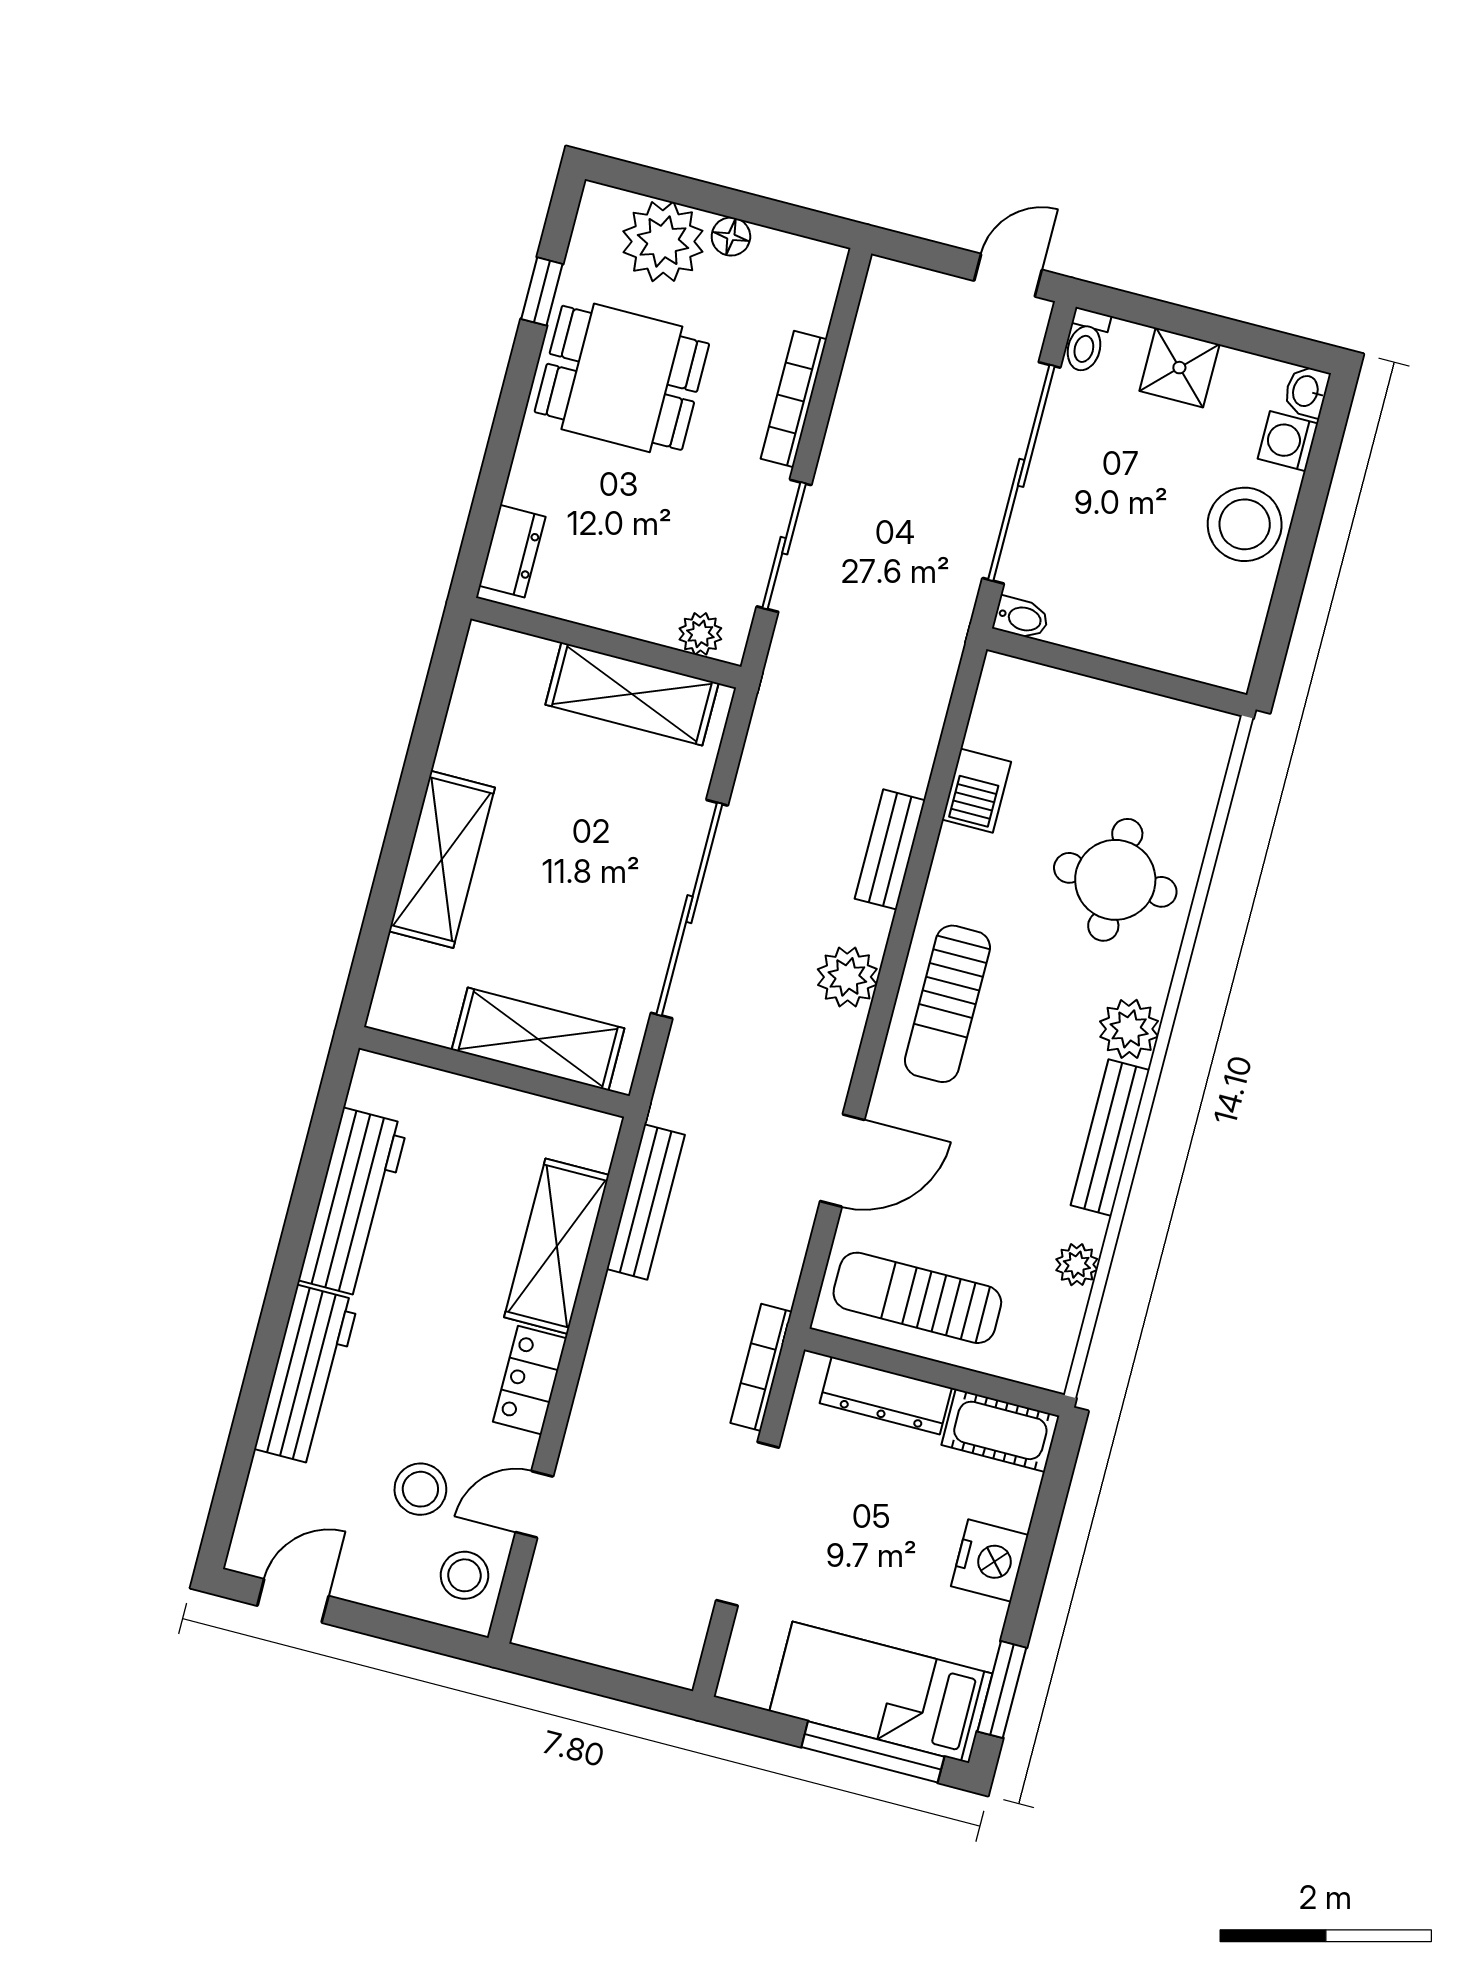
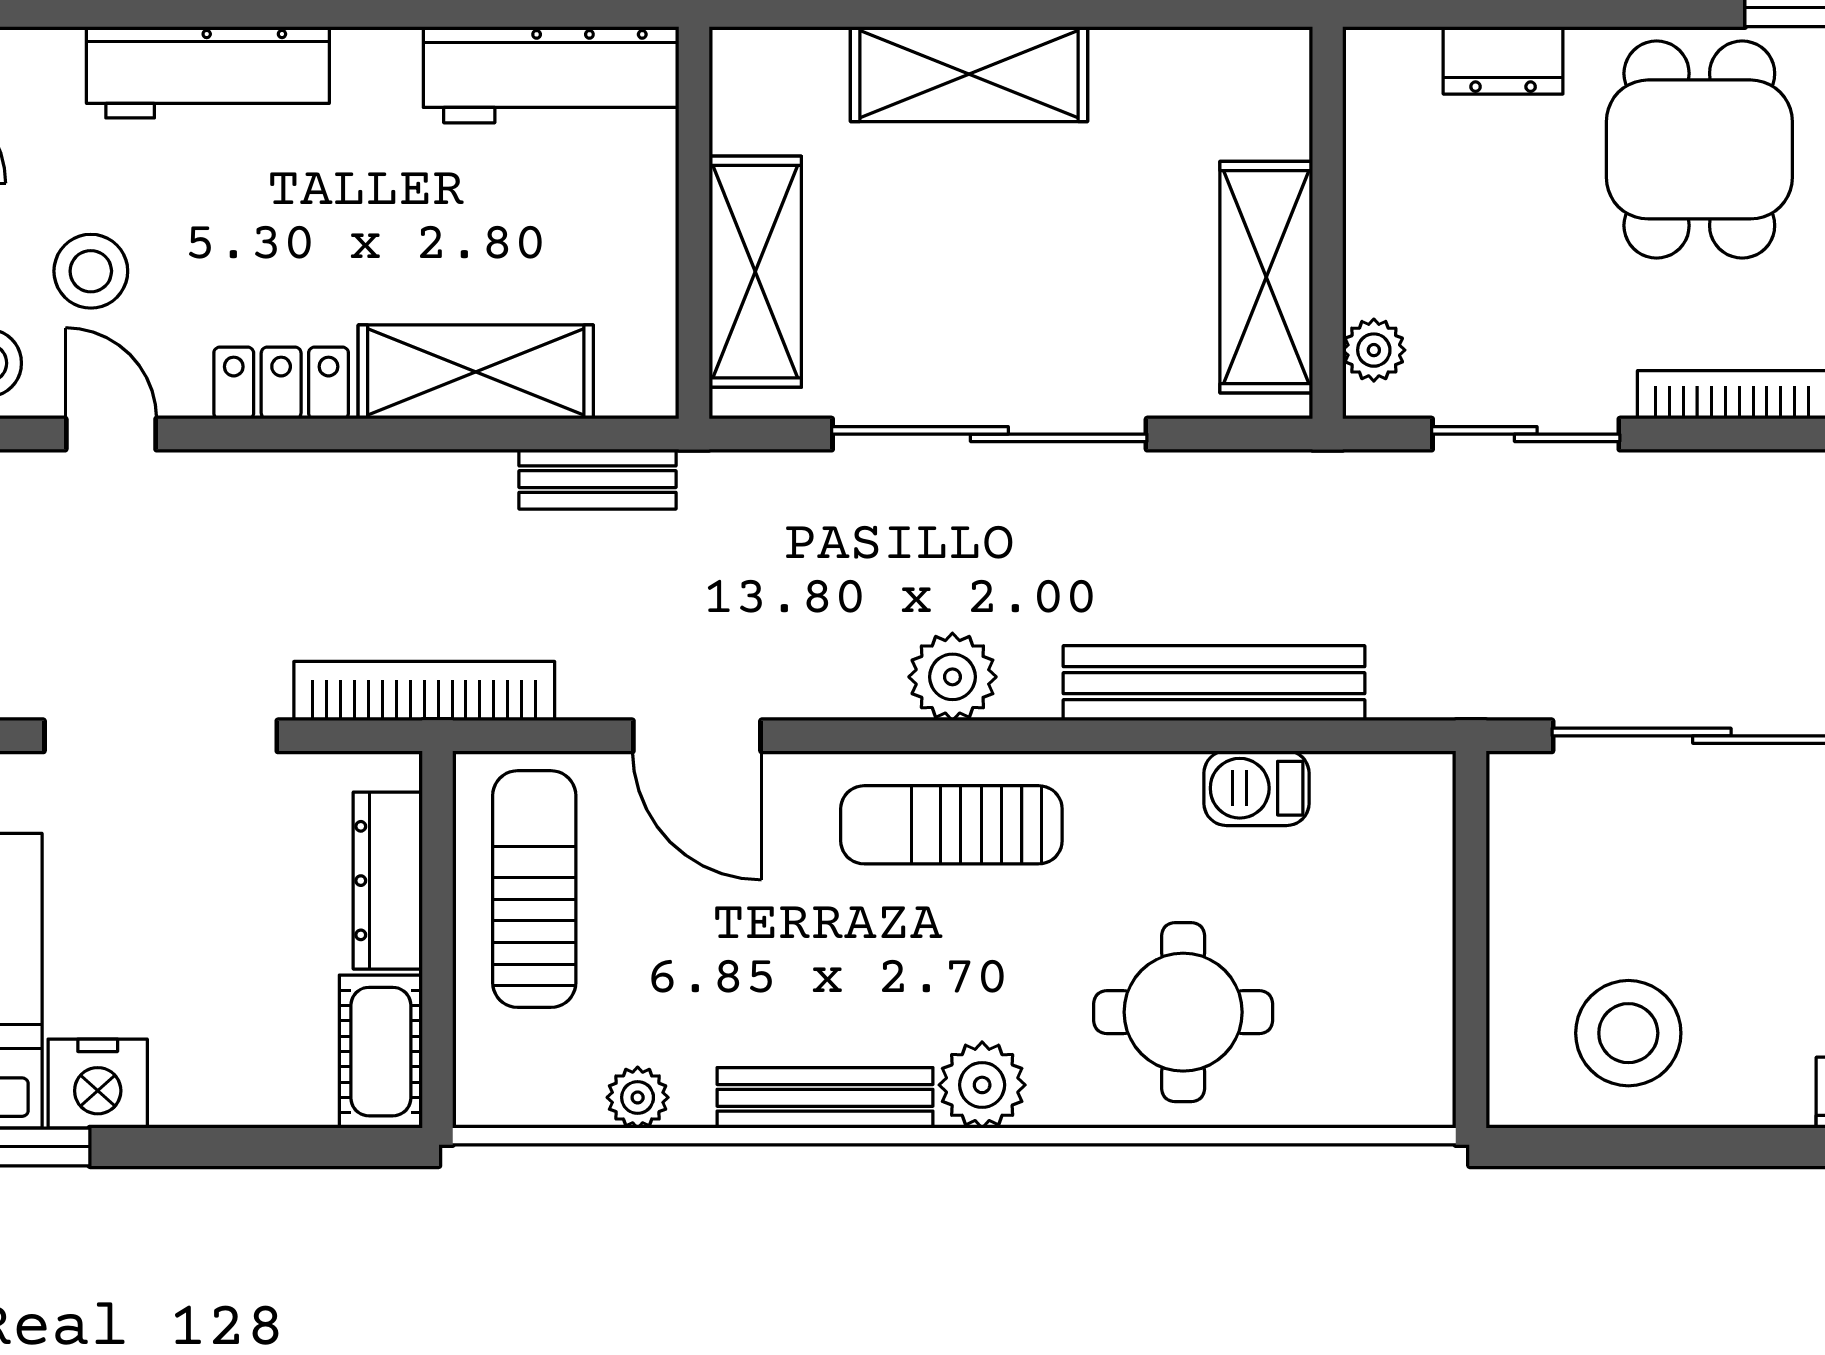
stool: (1245, 524) -> (1628, 1033), moved
dresser: (512, 551) -> (1503, 60), moved
bidet: (1021, 618) -> (1511, 788), removed
bench: (890, 849) -> (1214, 683), width x1.86, depth x1.21
workbench: (353, 1202) -> (551, 75), moved
bench: (646, 1202) -> (597, 479), width x0.73
bookcase: (761, 1367) -> (424, 691), width x1.48, depth x1.31
nightstand: (990, 1561) -> (98, 1084), moved

